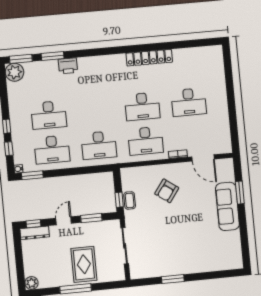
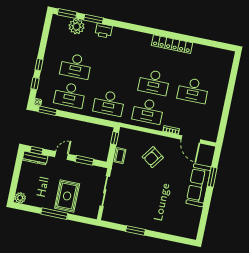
plant: (14, 72) -> (77, 26), moved
window: (119, 200) -> (115, 138), moved

